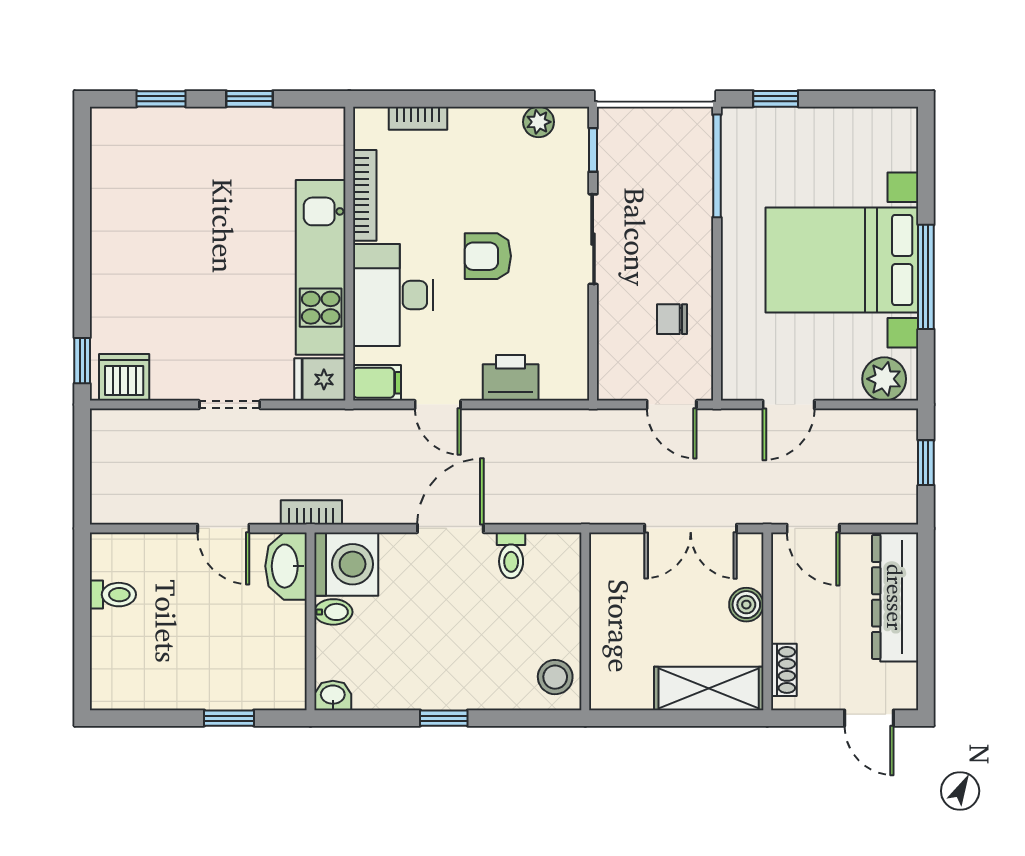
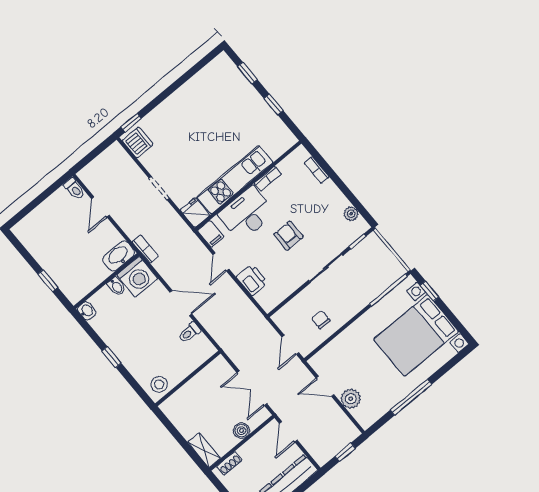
bookcase: (365, 195) -> (268, 179), width x0.64
bed with nightstands: (842, 260) -> (416, 335), moved, turned -90
plant: (884, 379) -> (351, 399), moved
door: (223, 528) -> (100, 207), moved
toilet: (113, 595) -> (74, 189), moved
shelving: (709, 689) -> (204, 450), width x0.67, depth x0.75

